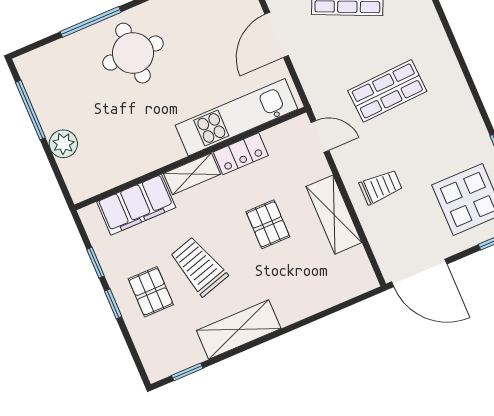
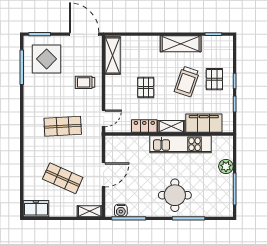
kitchen unit: (237, 117) -> (180, 144), moved
door: (320, 136) -> (104, 118), swing flipped
shelving: (334, 215) -> (113, 55), moved
trolley: (199, 266) -> (187, 82), turned 36

